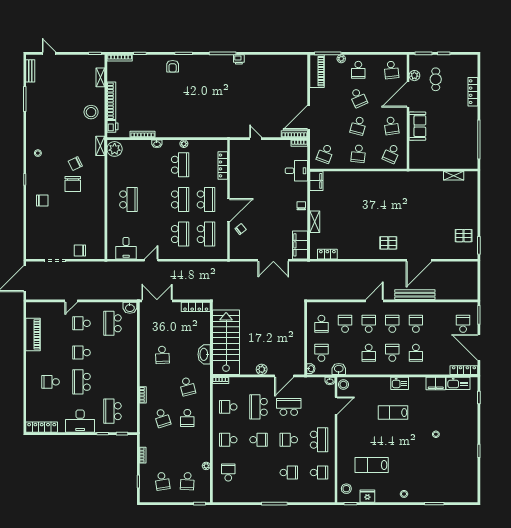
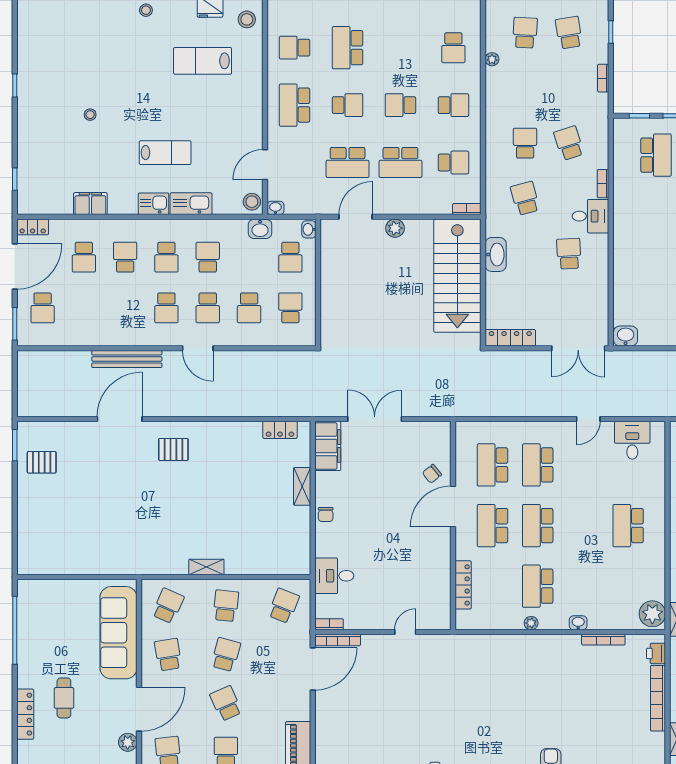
cafe table: (436, 79) -> (64, 698), moved
sofa: (417, 126) -> (118, 633), width x1.85, depth x1.27
door: (256, 139) -> (405, 632), swing flipped
shelving: (454, 176) -> (206, 567), moved
filing cabinet: (316, 181) -> (299, 558), removed
door: (374, 301) -> (198, 348), hinge flipped
school desk: (112, 323) -> (656, 309), removed
school desk: (416, 324) -> (84, 257), moved
door: (479, 347) -> (15, 267), hinge flipped
locker: (464, 370) -> (33, 227), width x0.66
desk: (150, 376) -> (591, 216), added
kitchen sink: (458, 383) -> (191, 204), moved
school desk: (259, 407) -> (400, 162), turned 90
lab bench: (372, 465) -> (203, 61), turned 180
school desk: (289, 473) -> (348, 48), width x1.85

